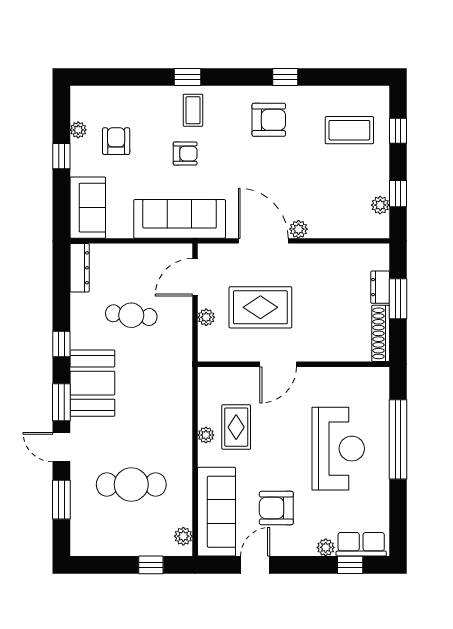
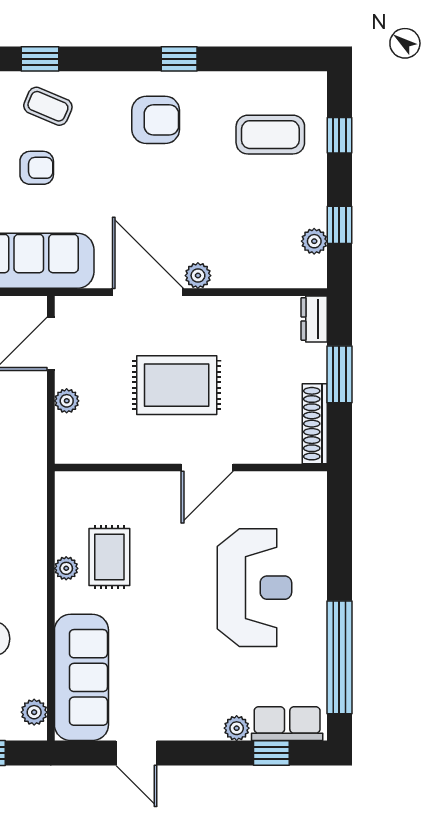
coffee table: (193, 110) -> (48, 106), turned -67
dresser: (380, 287) -> (314, 319), moved
rug: (260, 307) -> (177, 385), moved
door: (278, 364) -> (207, 467), moved
window: (398, 439) -> (339, 657), moved
armchair: (276, 508) -> (166, 672), removed
door: (255, 565) -> (136, 753), swing flipped

